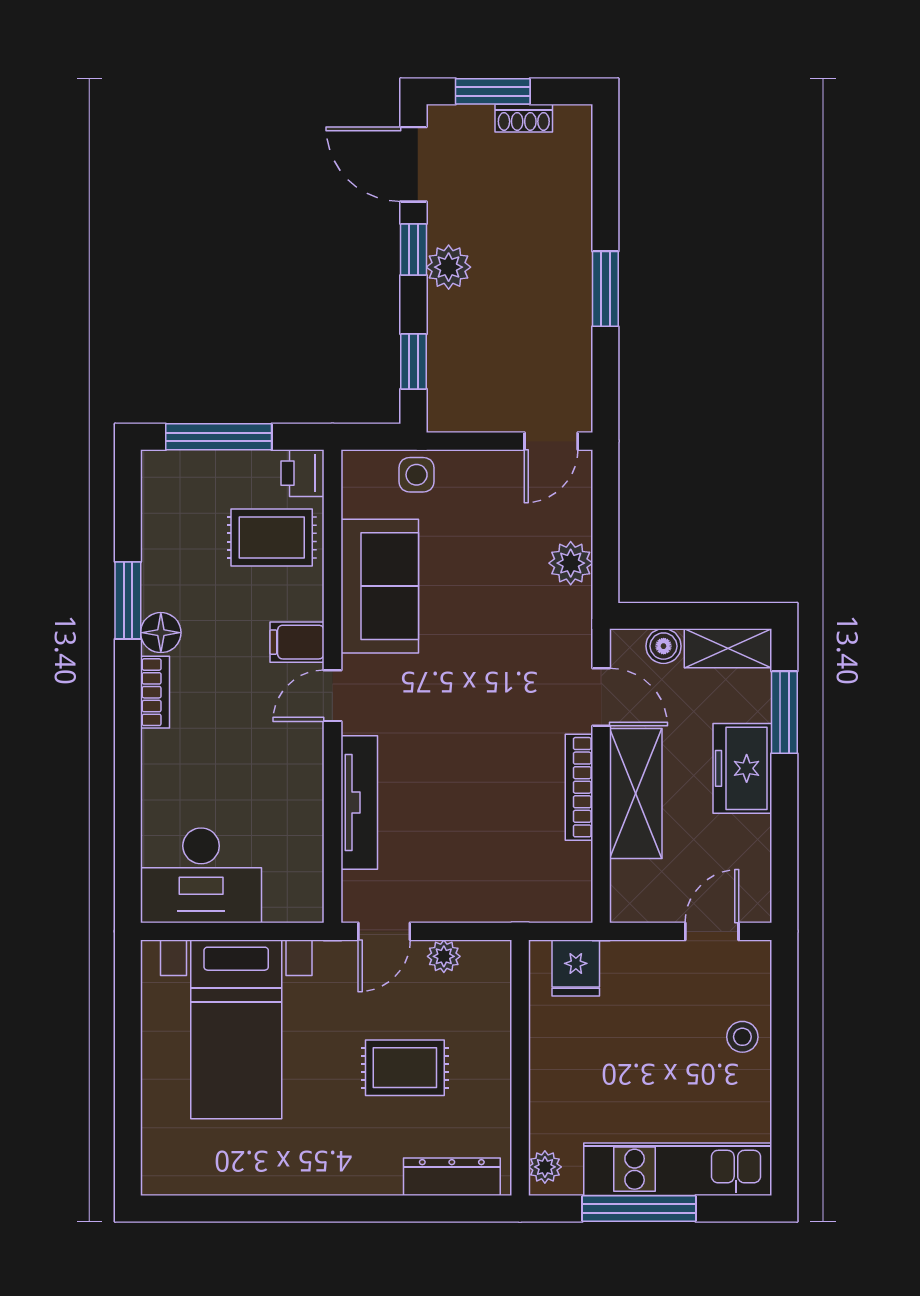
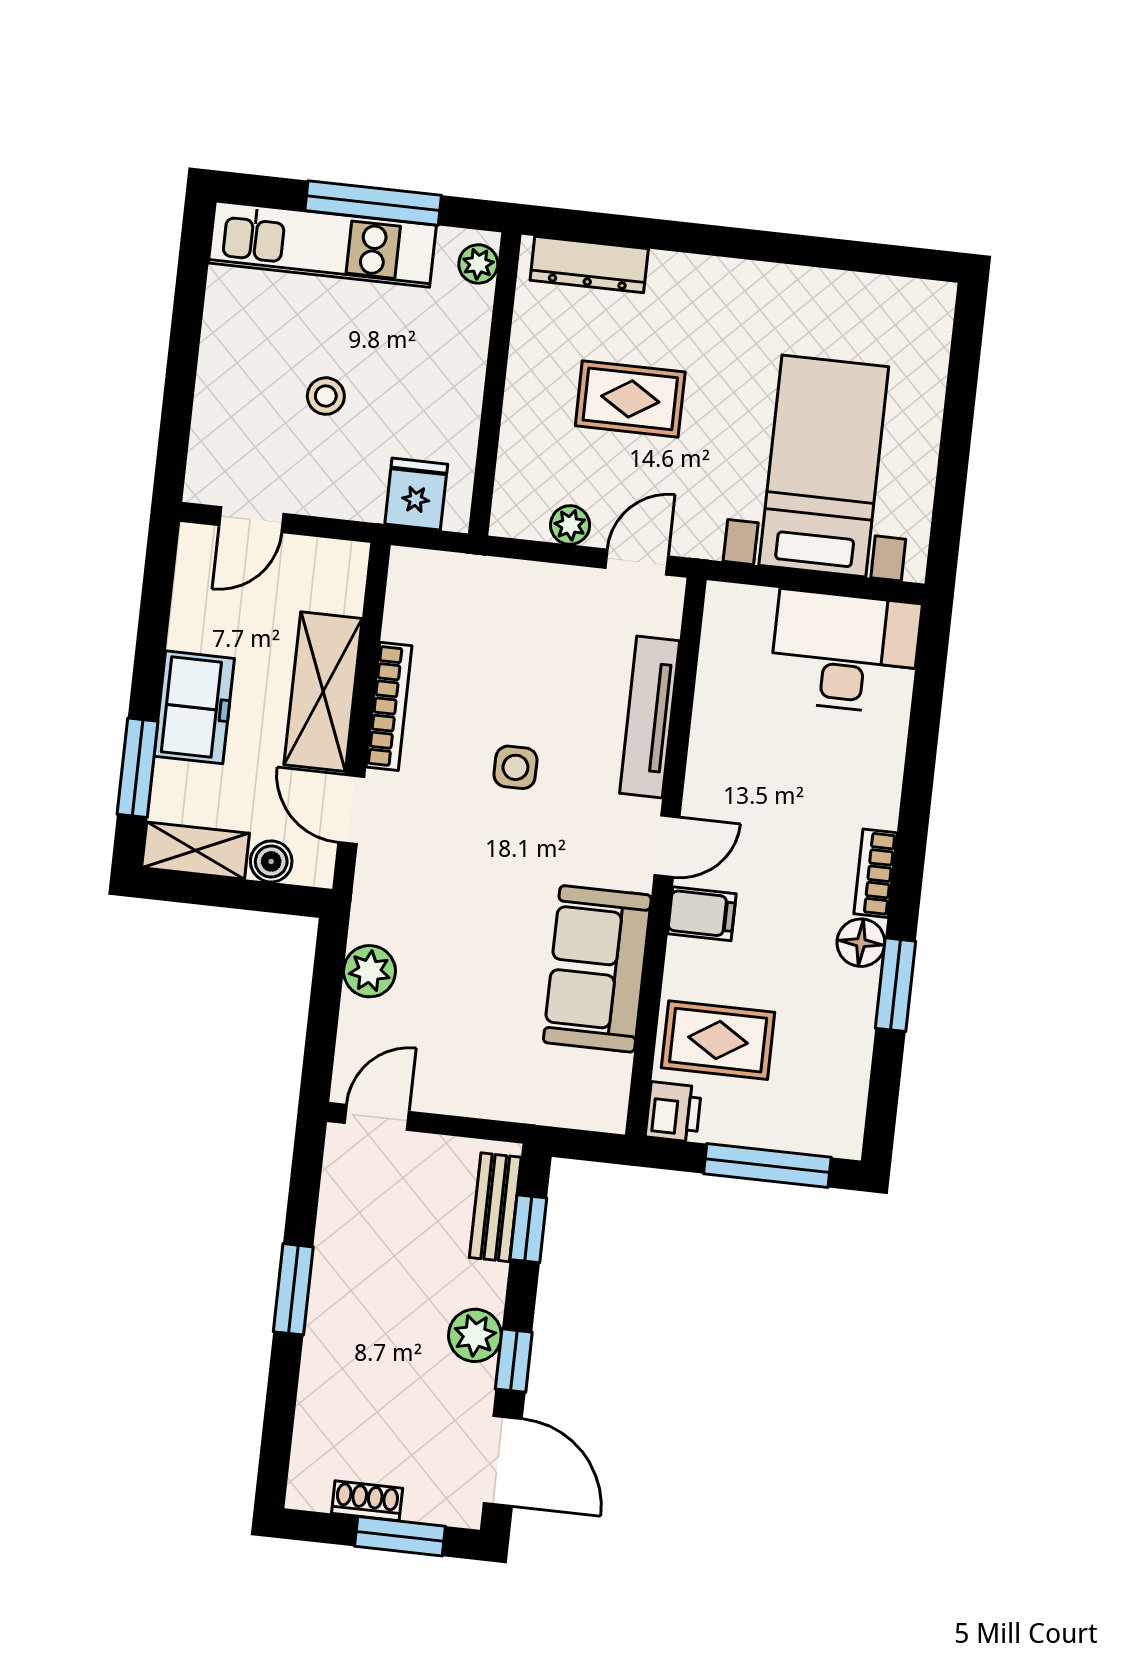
bench: (443, 376) -> (495, 1207), added
side table: (417, 475) -> (515, 767), moved
stool: (742, 1037) -> (326, 396), moved

